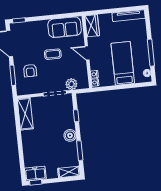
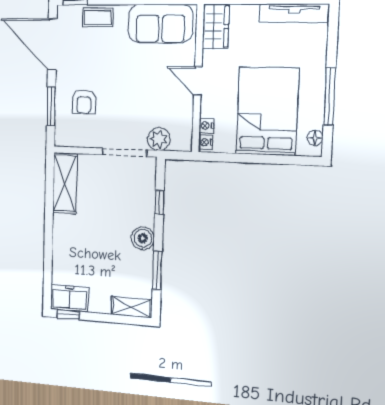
coffee table: (53, 54) -> (98, 17), moved
bed: (123, 63) -> (267, 111), width x1.50

